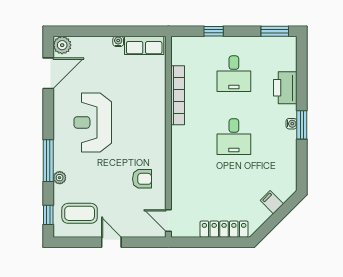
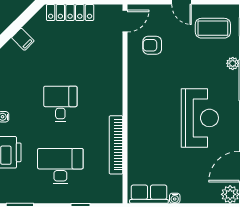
desk: (234, 74) -> (60, 166), width x1.37
armchair: (142, 179) -> (152, 45), moved
door: (168, 220) -> (125, 21), hinge flipped

